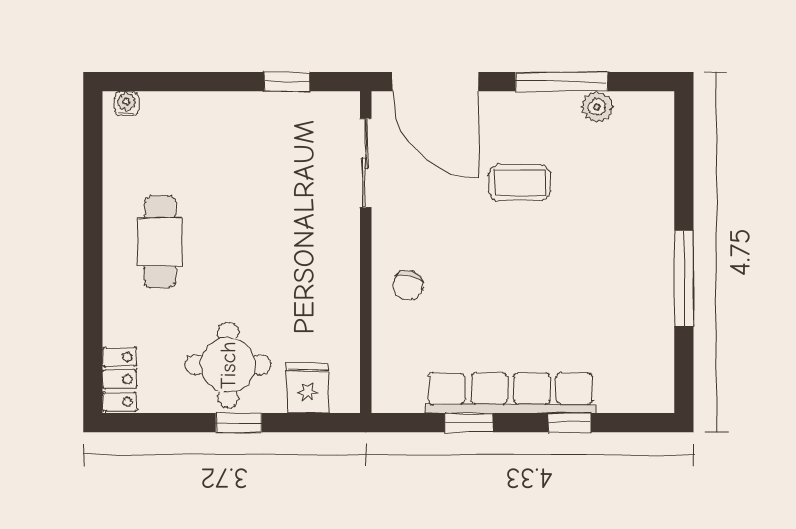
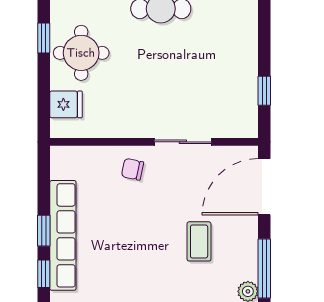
sliding door: (366, 163) -> (183, 142), moved
window: (239, 423) -> (44, 38), moved
window: (469, 423) -> (44, 231), moved

